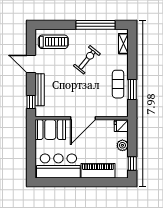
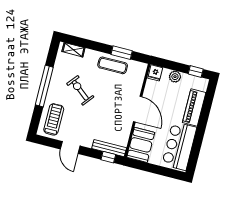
window: (95, 25) -> (44, 86), moved
door: (31, 64) -> (70, 147), hinge flipped
bench: (40, 90) -> (109, 148), moved

